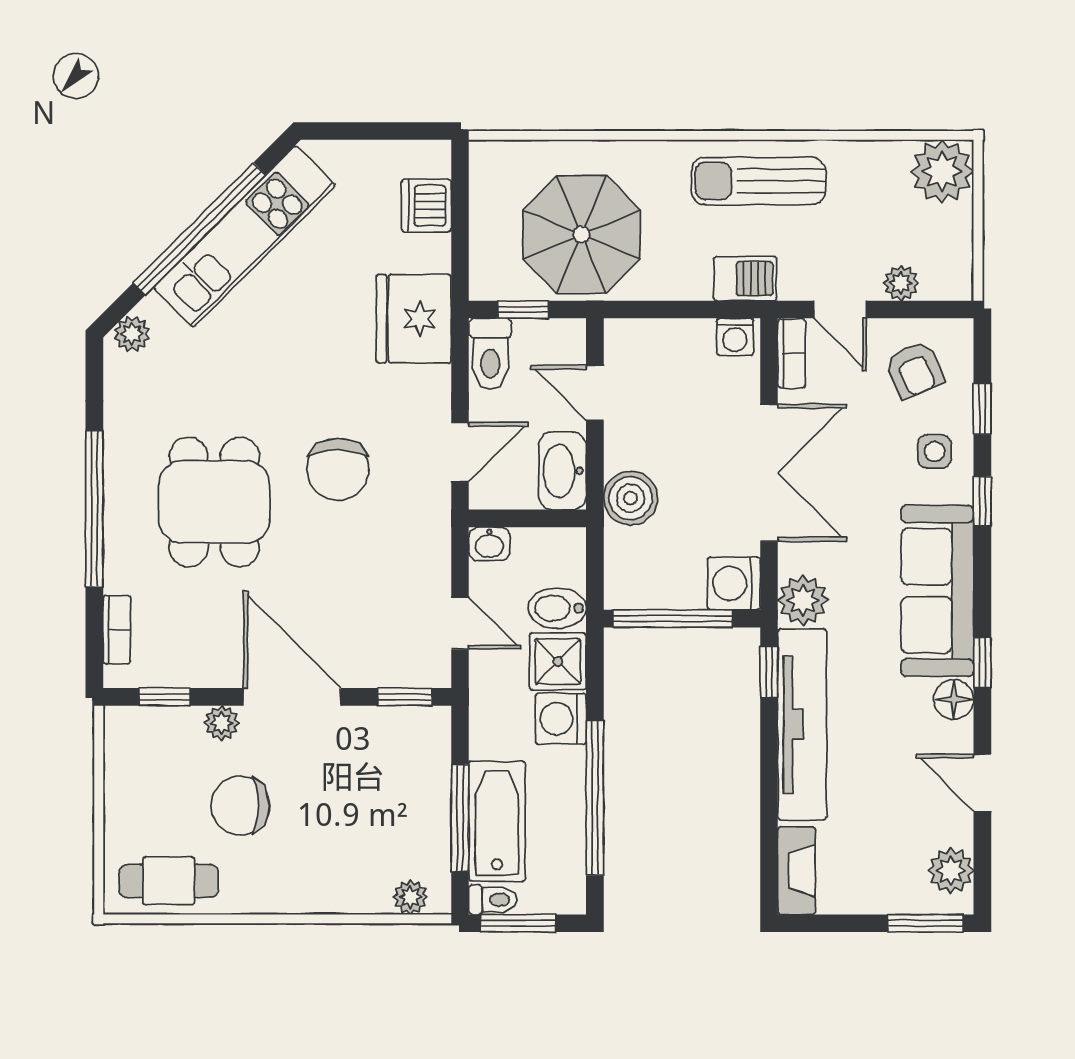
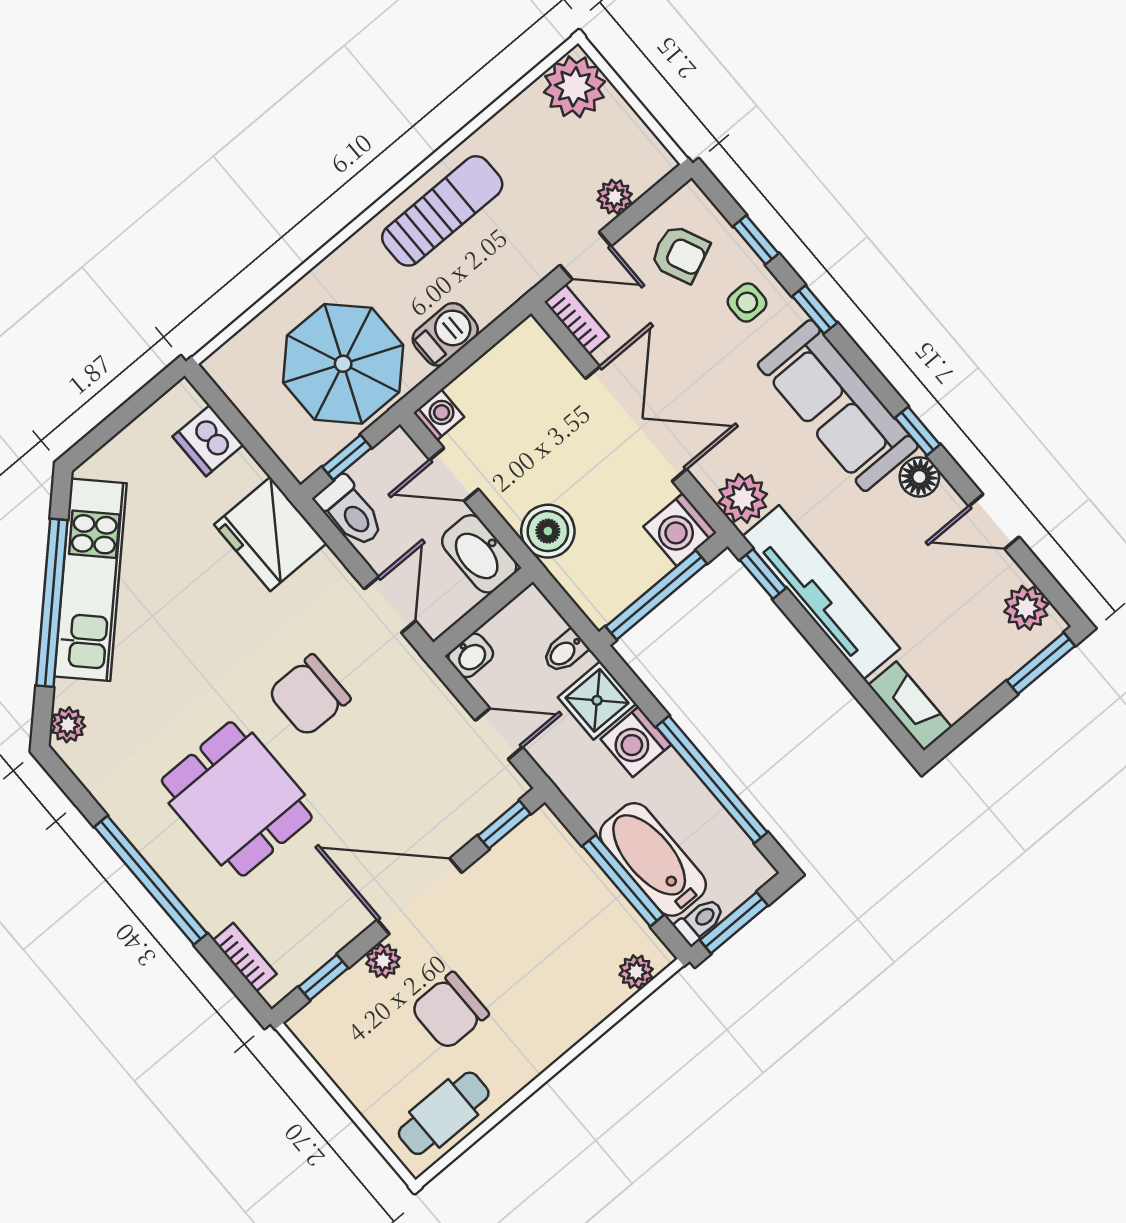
sun lounger: (758, 181) -> (442, 211), turned 180
barbecue: (745, 279) -> (445, 334), moved
washing machine: (735, 337) -> (439, 415), moved, turned -90
chair: (338, 469) -> (309, 696), turned 90
bidet: (557, 608) -> (565, 652), width x0.72, depth x0.74

